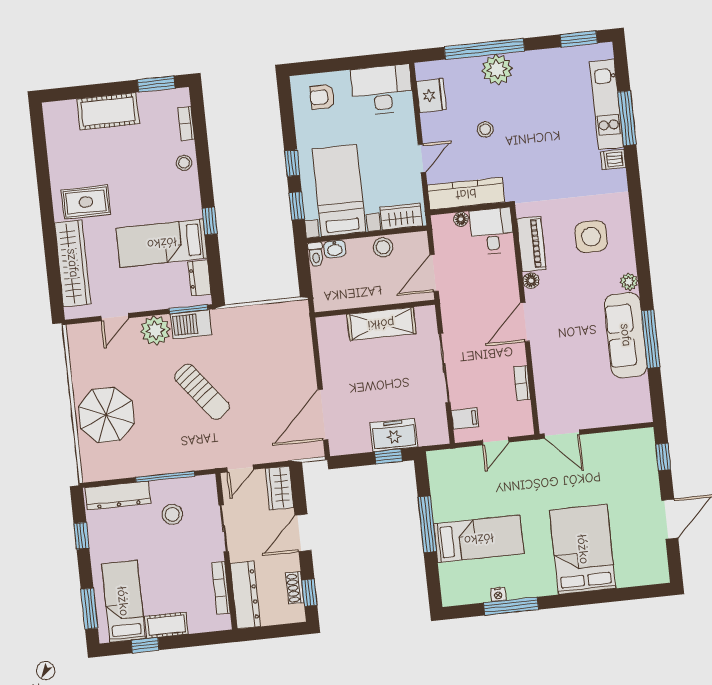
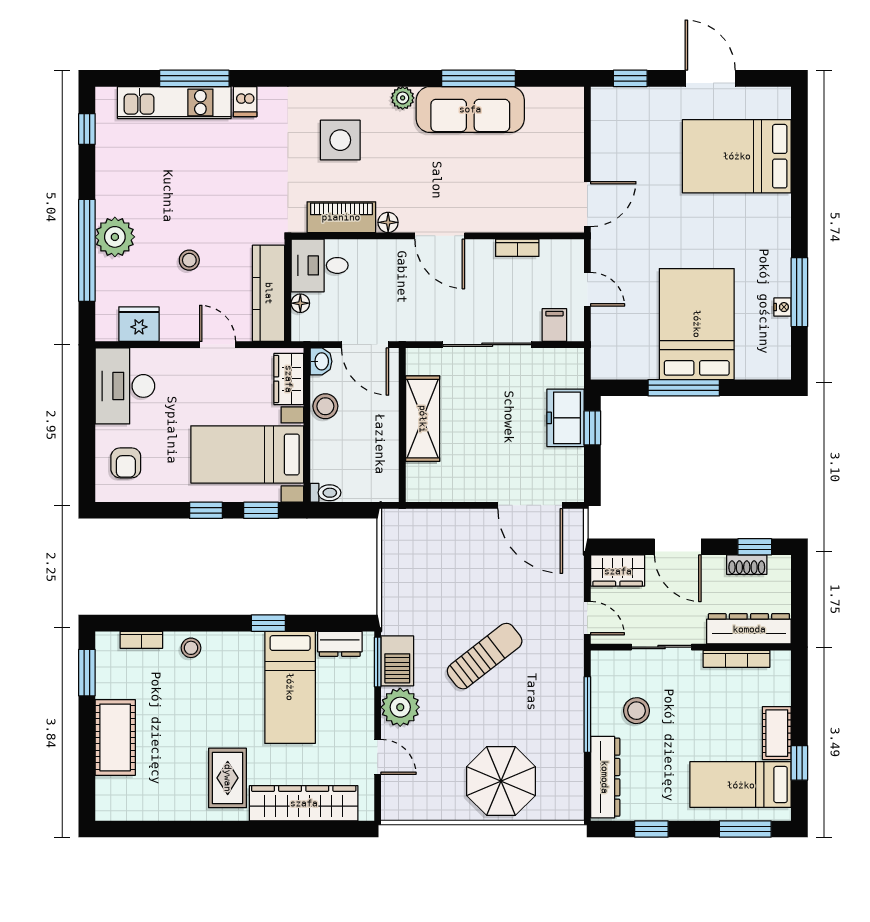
window: (579, 39) -> (87, 129), width x0.67
washbasin: (335, 249) -> (321, 361), moved
bed: (479, 539) -> (697, 324), width x1.50
bed: (583, 549) -> (737, 156), moved

